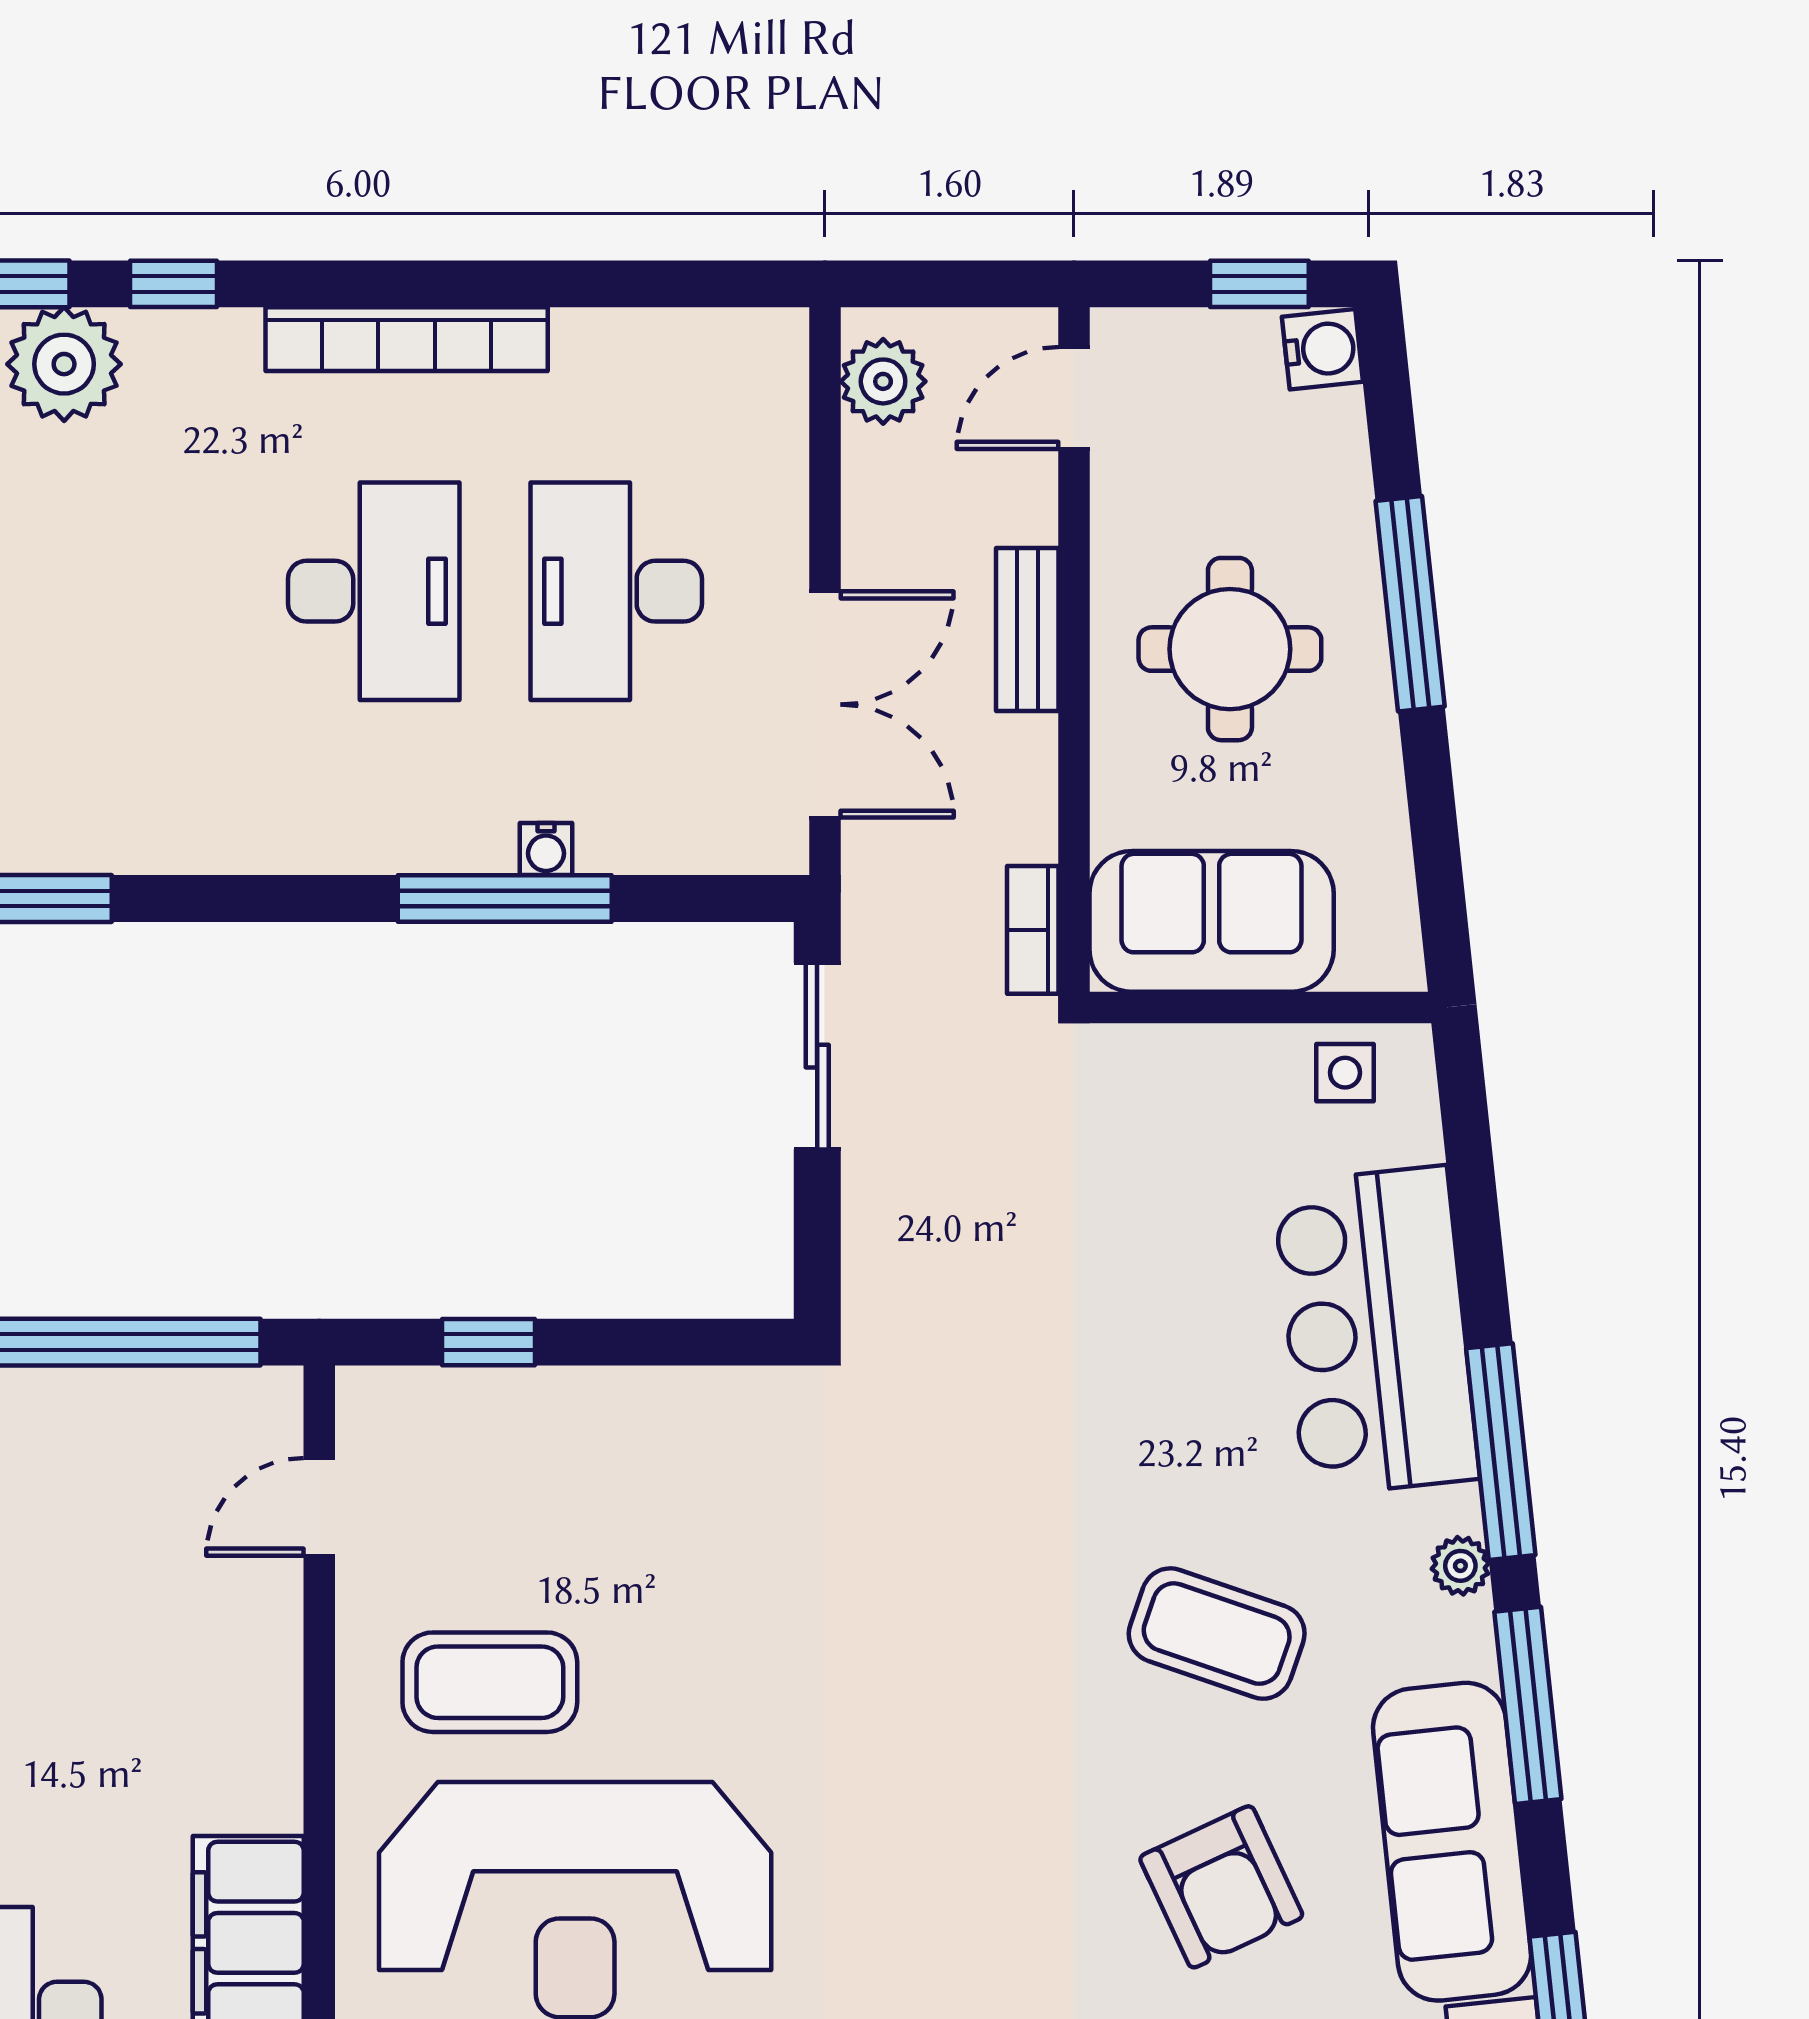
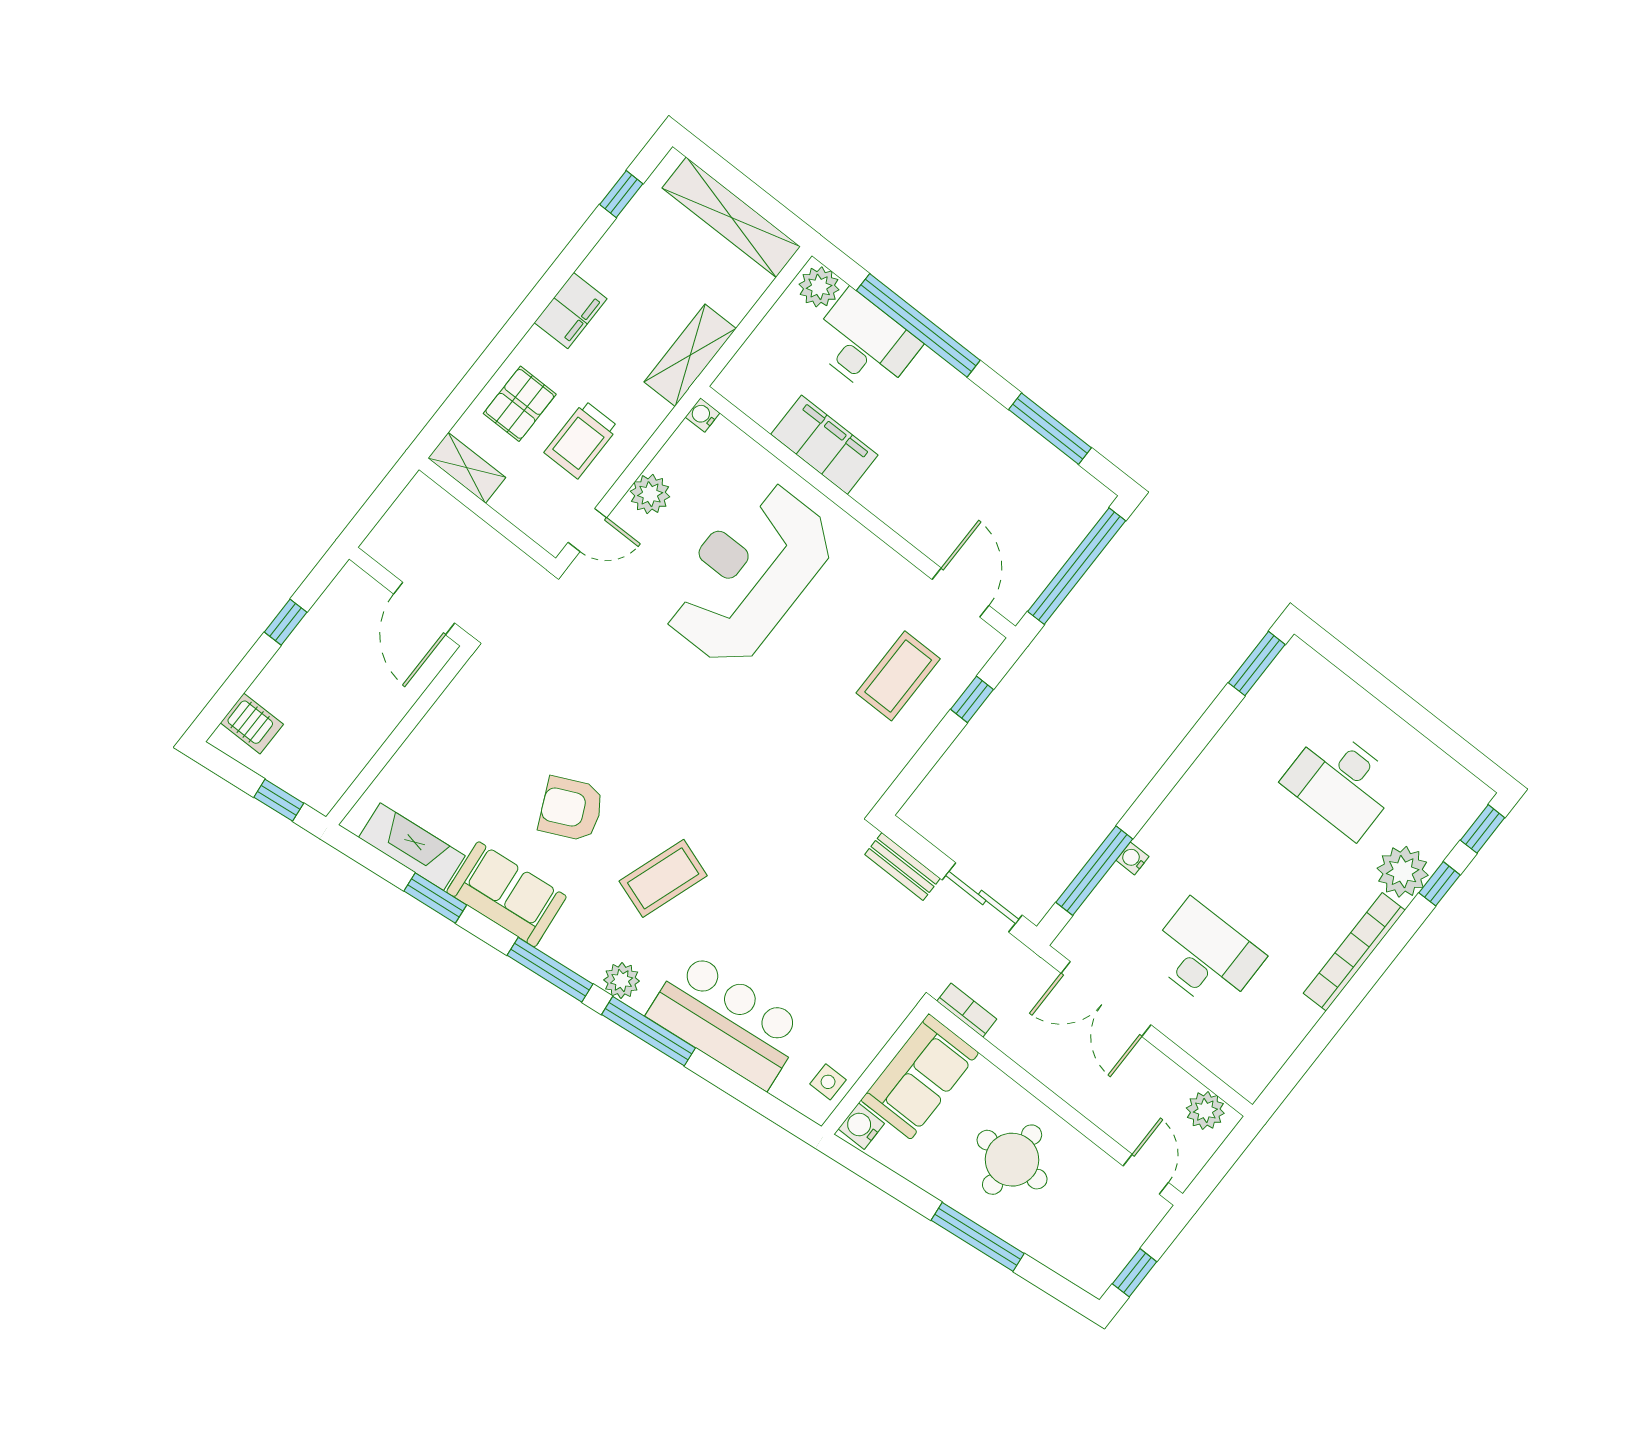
water cooler: (1322, 349) -> (861, 1126), moved, turned 96
plant: (64, 364) -> (1403, 872), moved
desk: (374, 591) -> (1341, 782), moved
bench: (1027, 629) -> (902, 866), moved
window: (505, 899) -> (1094, 871), moved
door: (319, 1507) -> (961, 593), width x1.38
plant: (1460, 1566) -> (622, 980), width x1.38, depth x1.38
coffee table: (490, 1682) -> (898, 676), moved
sofa: (1452, 1842) -> (506, 894), width x0.73

